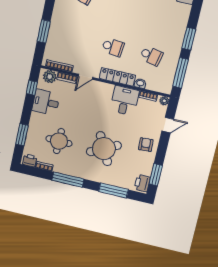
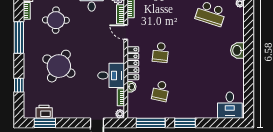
armchair: (146, 145) -> (73, 106), removed
round table: (104, 149) -> (59, 66), turned -32
printer: (142, 183) -> (44, 112), moved
window: (113, 190) -> (19, 85), width x0.46

